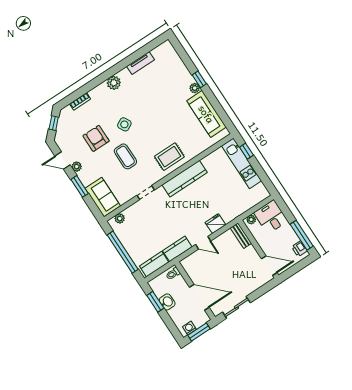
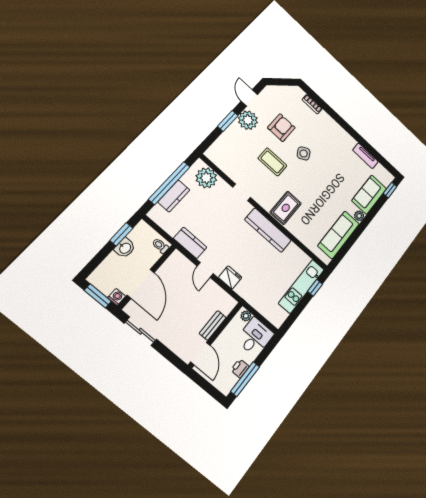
window: (199, 79) -> (390, 190), moved
plant: (114, 83) -> (340, 134), removed
window: (54, 123) -> (284, 82), removed
coffee table: (125, 156) -> (272, 162), turned 90
rug: (169, 157) -> (286, 208), turned 90
plant: (77, 167) -> (248, 120), width x1.88, depth x1.88
sofa: (103, 197) -> (369, 195), moved, turned 180
plant: (120, 218) -> (206, 178), width x1.88, depth x1.88
bench: (241, 236) -> (213, 325), moved
printer: (300, 249) -> (240, 368), moved
kitchen counter: (154, 264) -> (174, 196), moved, turned 90
washing machine: (189, 328) -> (117, 297), moved

